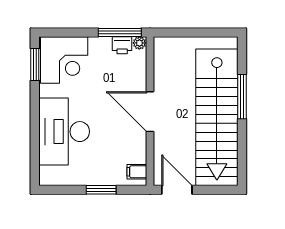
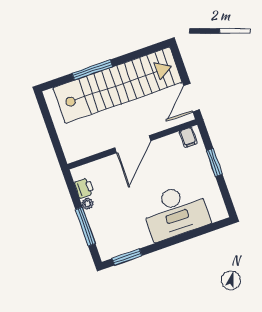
window: (120, 32) -> (85, 227), moved
plant: (139, 43) -> (87, 204), moved
corner desk: (64, 60) -> (114, 233), removed

